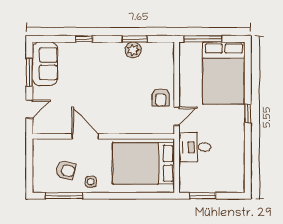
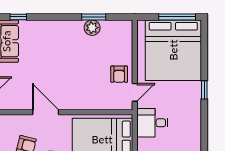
window: (84, 39) -> (18, 17), moved
window: (203, 39) -> (177, 17), moved
bed: (224, 73) -> (173, 50), width x1.36

